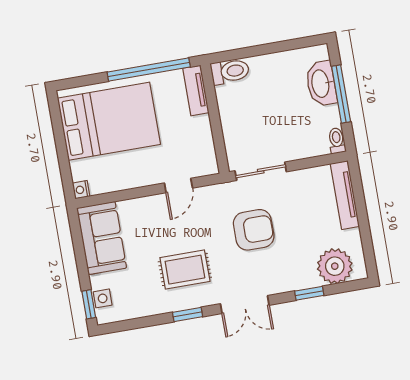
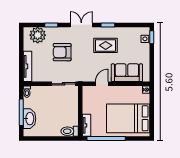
armchair: (254, 230) -> (62, 52), moved
sofa: (102, 238) -> (127, 73), moved, turned 90

